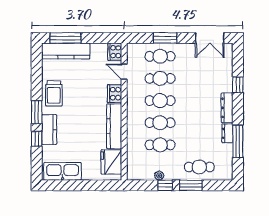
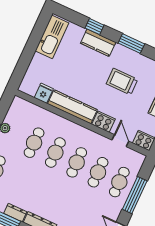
window: (165, 38) -> (135, 195), width x1.44
door: (124, 72) -> (120, 141), hinge flipped
trolley: (54, 94) -> (122, 82), moved
window: (37, 112) -> (131, 44), moved
fridge: (111, 162) -> (44, 93), width x0.53, depth x0.75

